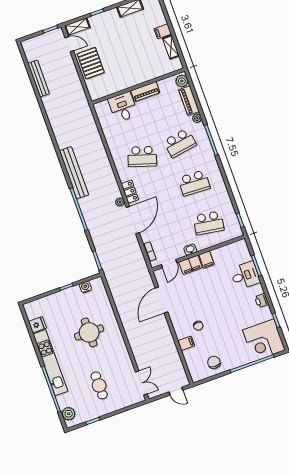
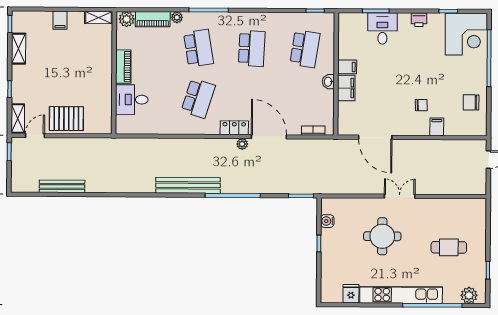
shelving: (171, 47) -> (99, 17), moved
door: (169, 264) -> (336, 113), removed
double door: (141, 383) -> (400, 196), moved

